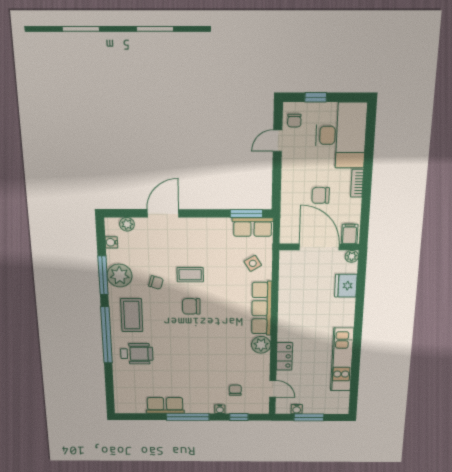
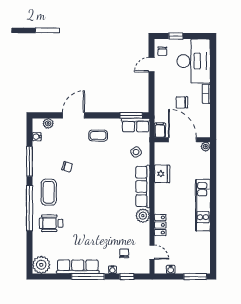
filing cabinet: (350, 234) -> (160, 130), moved
coffee table: (190, 275) -> (98, 136), moved
plant: (120, 276) -> (41, 265), moved
fridge: (346, 286) -> (162, 174), moved, turned 180
chair: (191, 306) -> (92, 185), removed
wheelchair: (137, 354) -> (51, 223), turned 180
kitchen unit: (342, 360) -> (203, 205), moved
row of seats: (165, 405) -> (78, 267), width x1.48
window: (309, 417) -> (195, 277), moved

